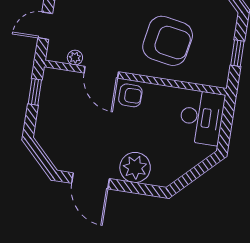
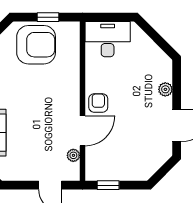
armchair: (168, 41) -> (36, 45), moved, turned 80
plant: (135, 167) -> (165, 89), width x0.53, depth x0.53

